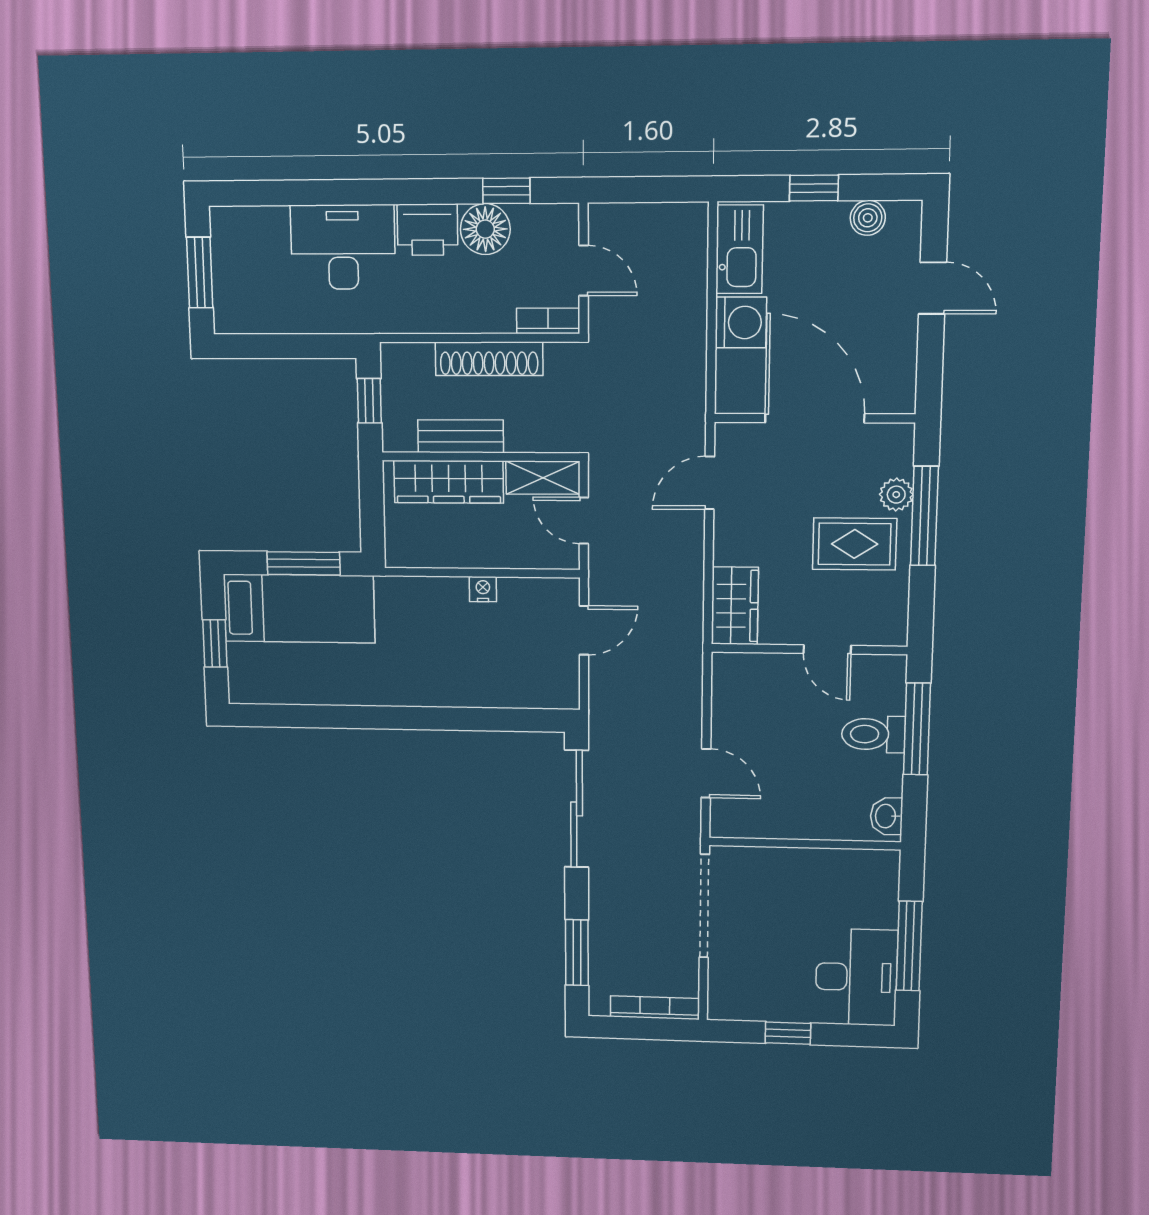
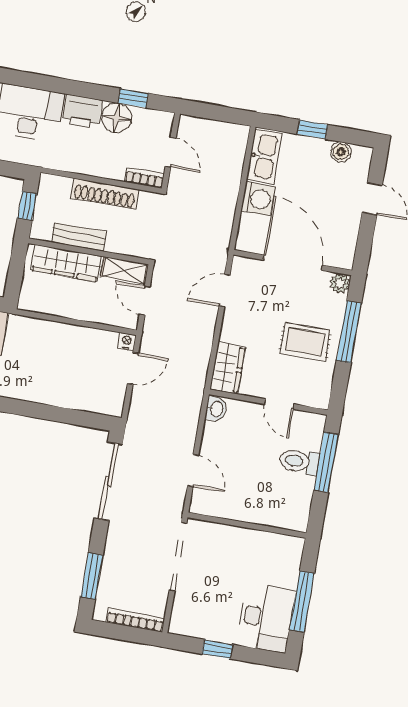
plant: (896, 495) -> (340, 283), moved
nightstand: (483, 589) -> (127, 342), moved
washbasin: (886, 816) -> (216, 409), moved, turned 180

